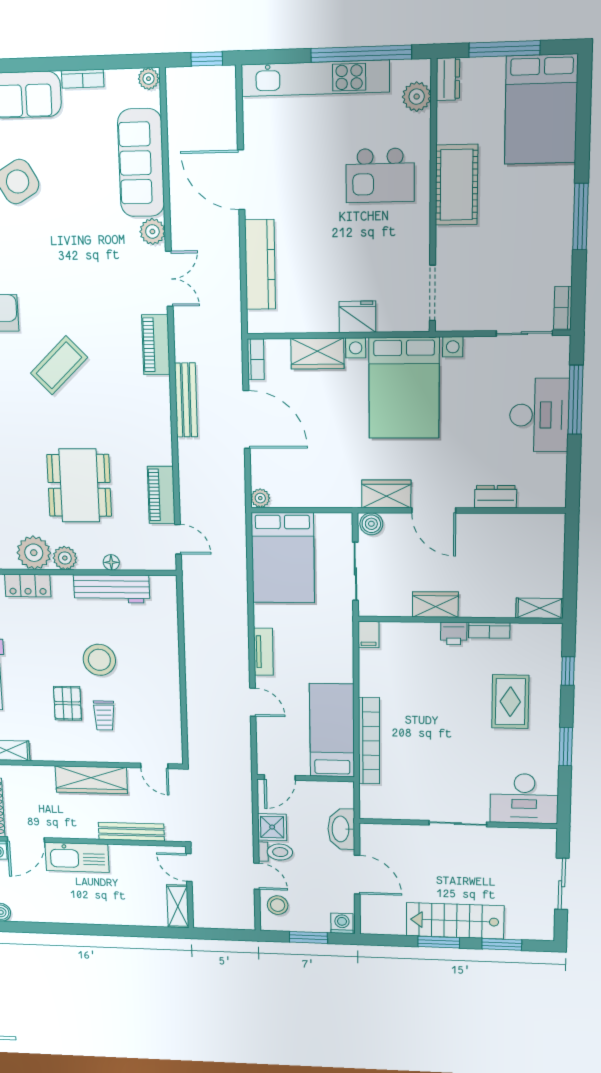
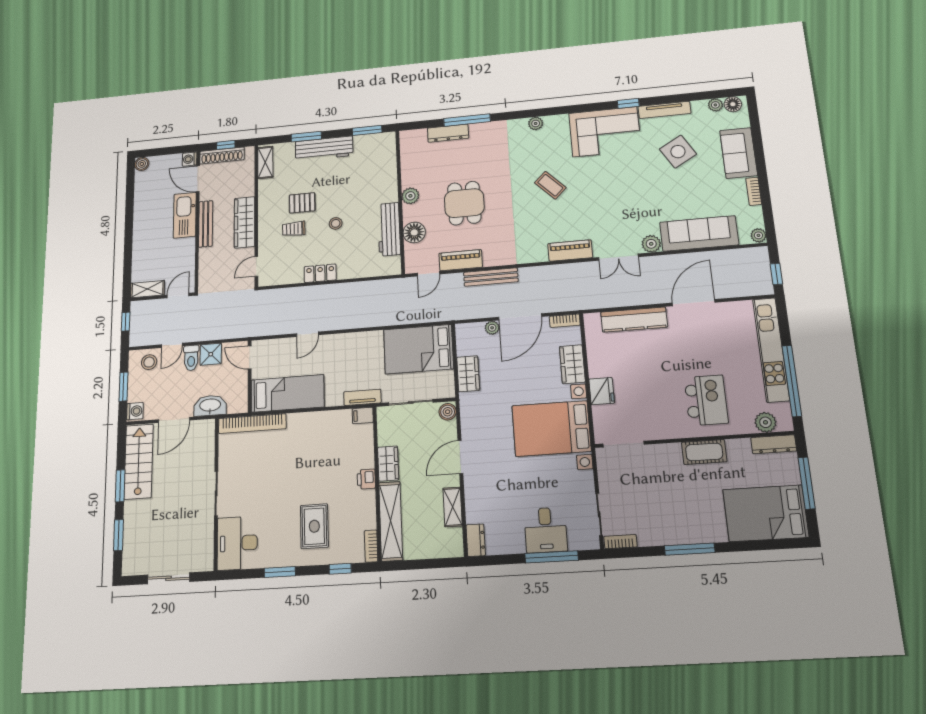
dresser: (448, 79) -> (774, 444), width x1.44
kitchen island: (380, 175) -> (706, 400), turned 180
cot: (457, 185) -> (704, 452), width x0.73, depth x0.75
coffee table: (59, 365) -> (550, 185), width x0.73, depth x0.77
bench: (186, 400) -> (491, 277), moved
desk: (539, 415) -> (546, 530), width x0.73
dining table: (79, 485) -> (464, 203), width x0.73
wardrobe: (386, 494) -> (468, 374), moved
dresser: (496, 497) -> (476, 540), moved
plant: (260, 498) -> (492, 328), moved
shelving: (499, 524) -> (453, 507), added
plant: (34, 553) -> (413, 174), removed
floor lamp: (111, 562) -> (414, 232), width x1.89, depth x1.89
locker: (28, 586) -> (320, 273), moved, turned 90
shelving: (540, 608) -> (391, 521), width x2.20, depth x1.33
bookcase: (489, 630) -> (371, 546), moved
tv unit: (263, 652) -> (362, 397), moved, turned 180
stool: (99, 660) -> (336, 223), width x0.53, depth x0.53
rug: (510, 702) -> (314, 526), turned 90
bookcase: (369, 741) -> (252, 424), moved
bench: (131, 832) -> (206, 224), moved
stairs: (455, 921) -> (139, 461), moved
window: (221, 934) -> (126, 322), added

